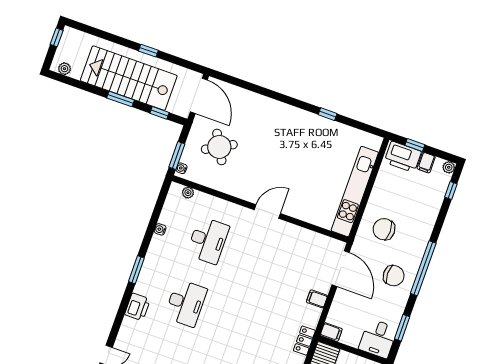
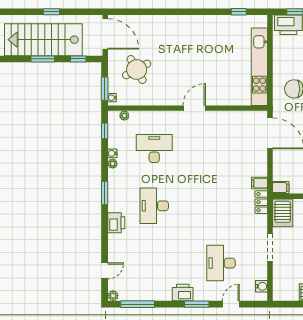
window: (328, 114) -> (239, 12), moved
window: (160, 202) -> (105, 131), added
desk: (208, 240) -> (154, 148), turned -90
plant: (156, 241) -> (113, 164), added
filing cabinet: (317, 299) -> (260, 183), moved
desk: (186, 303) -> (154, 206), turned 180

